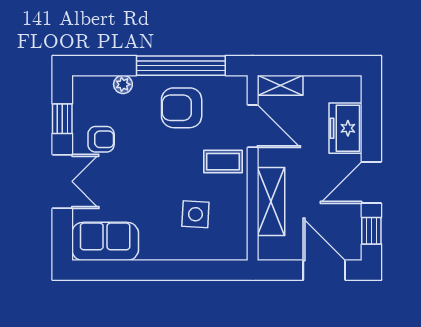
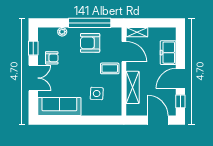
sofa: (105, 241) -> (59, 106), width x1.36

